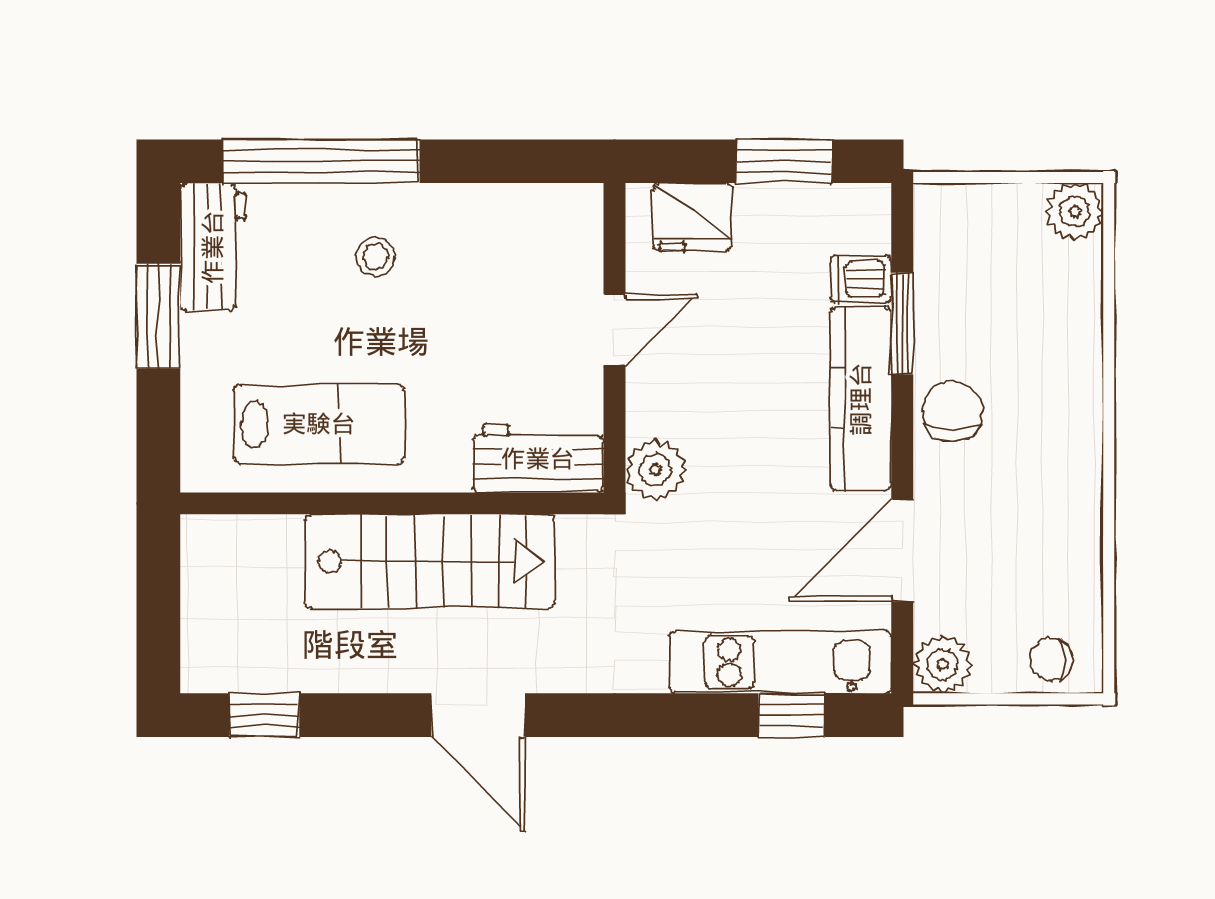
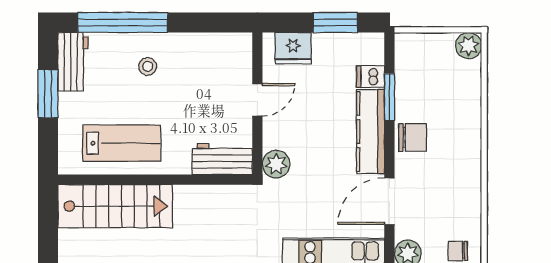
chair: (953, 412) -> (413, 137), turned 90
stairs: (430, 561) -> (115, 206), moved

